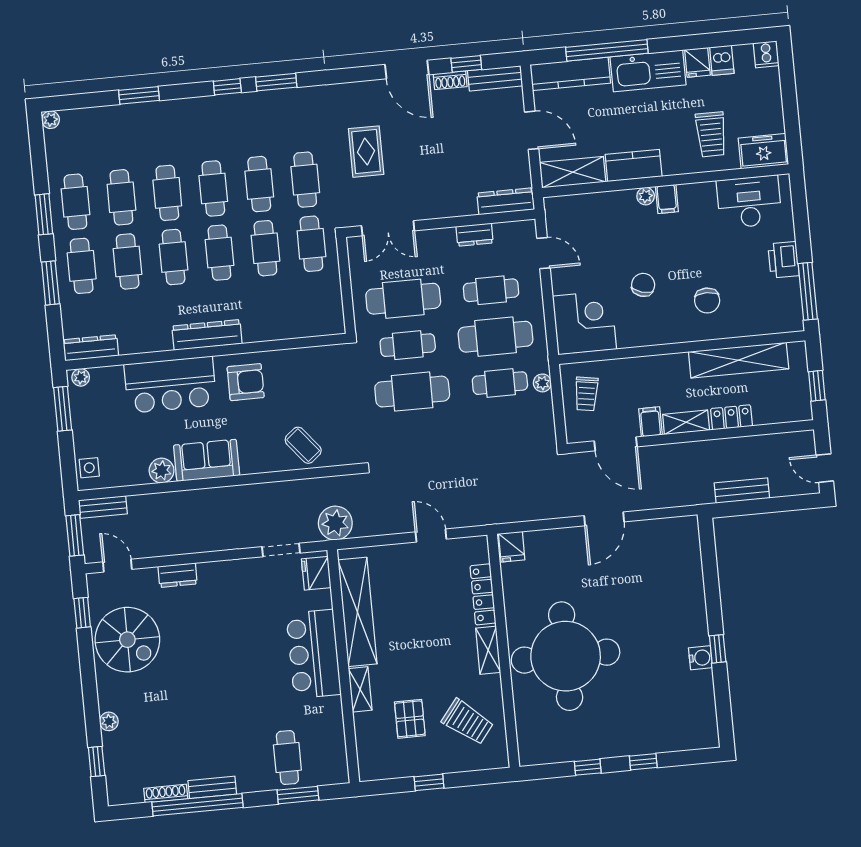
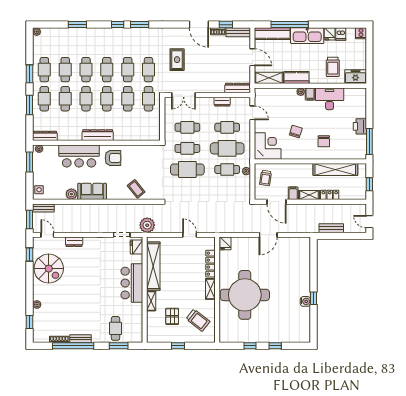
desk: (749, 202) -> (330, 99), moved
cafe table: (403, 299) -> (187, 127), width x0.73, depth x0.74

